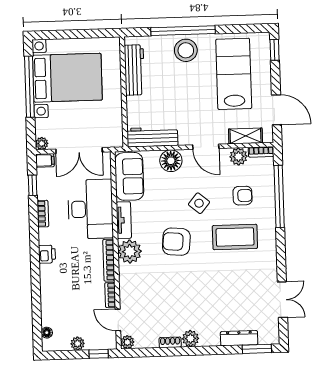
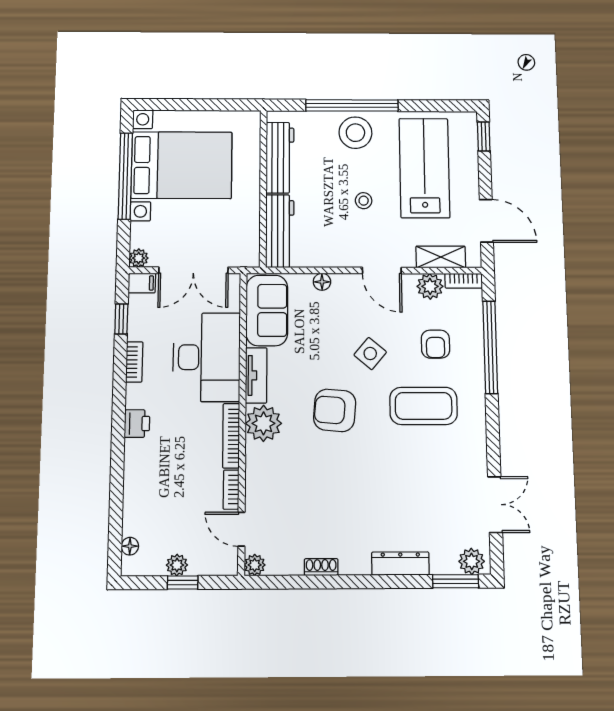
stool: (192, 98) -> (364, 201), added
workbench: (152, 137) -> (280, 231), moved, turned 90
floor lamp: (171, 161) -> (322, 282), width x0.53, depth x0.53
armchair: (242, 196) -> (435, 344), turned 90
dresser: (239, 338) -> (400, 564), moved
plant: (190, 339) -> (472, 561), moved
window: (99, 354) -> (183, 583), moved

